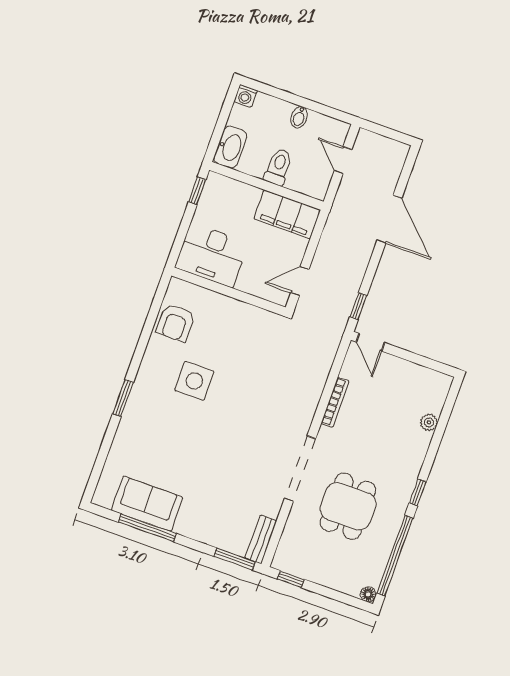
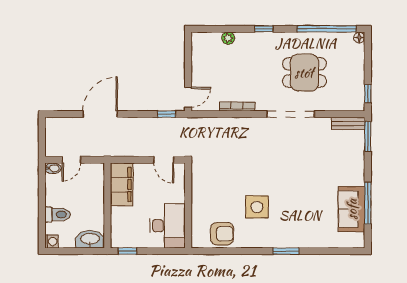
bidet: (299, 117) -> (53, 168), moved
toilet: (278, 167) -> (58, 214), moved, turned 180
window: (418, 492) -> (264, 29), moved

